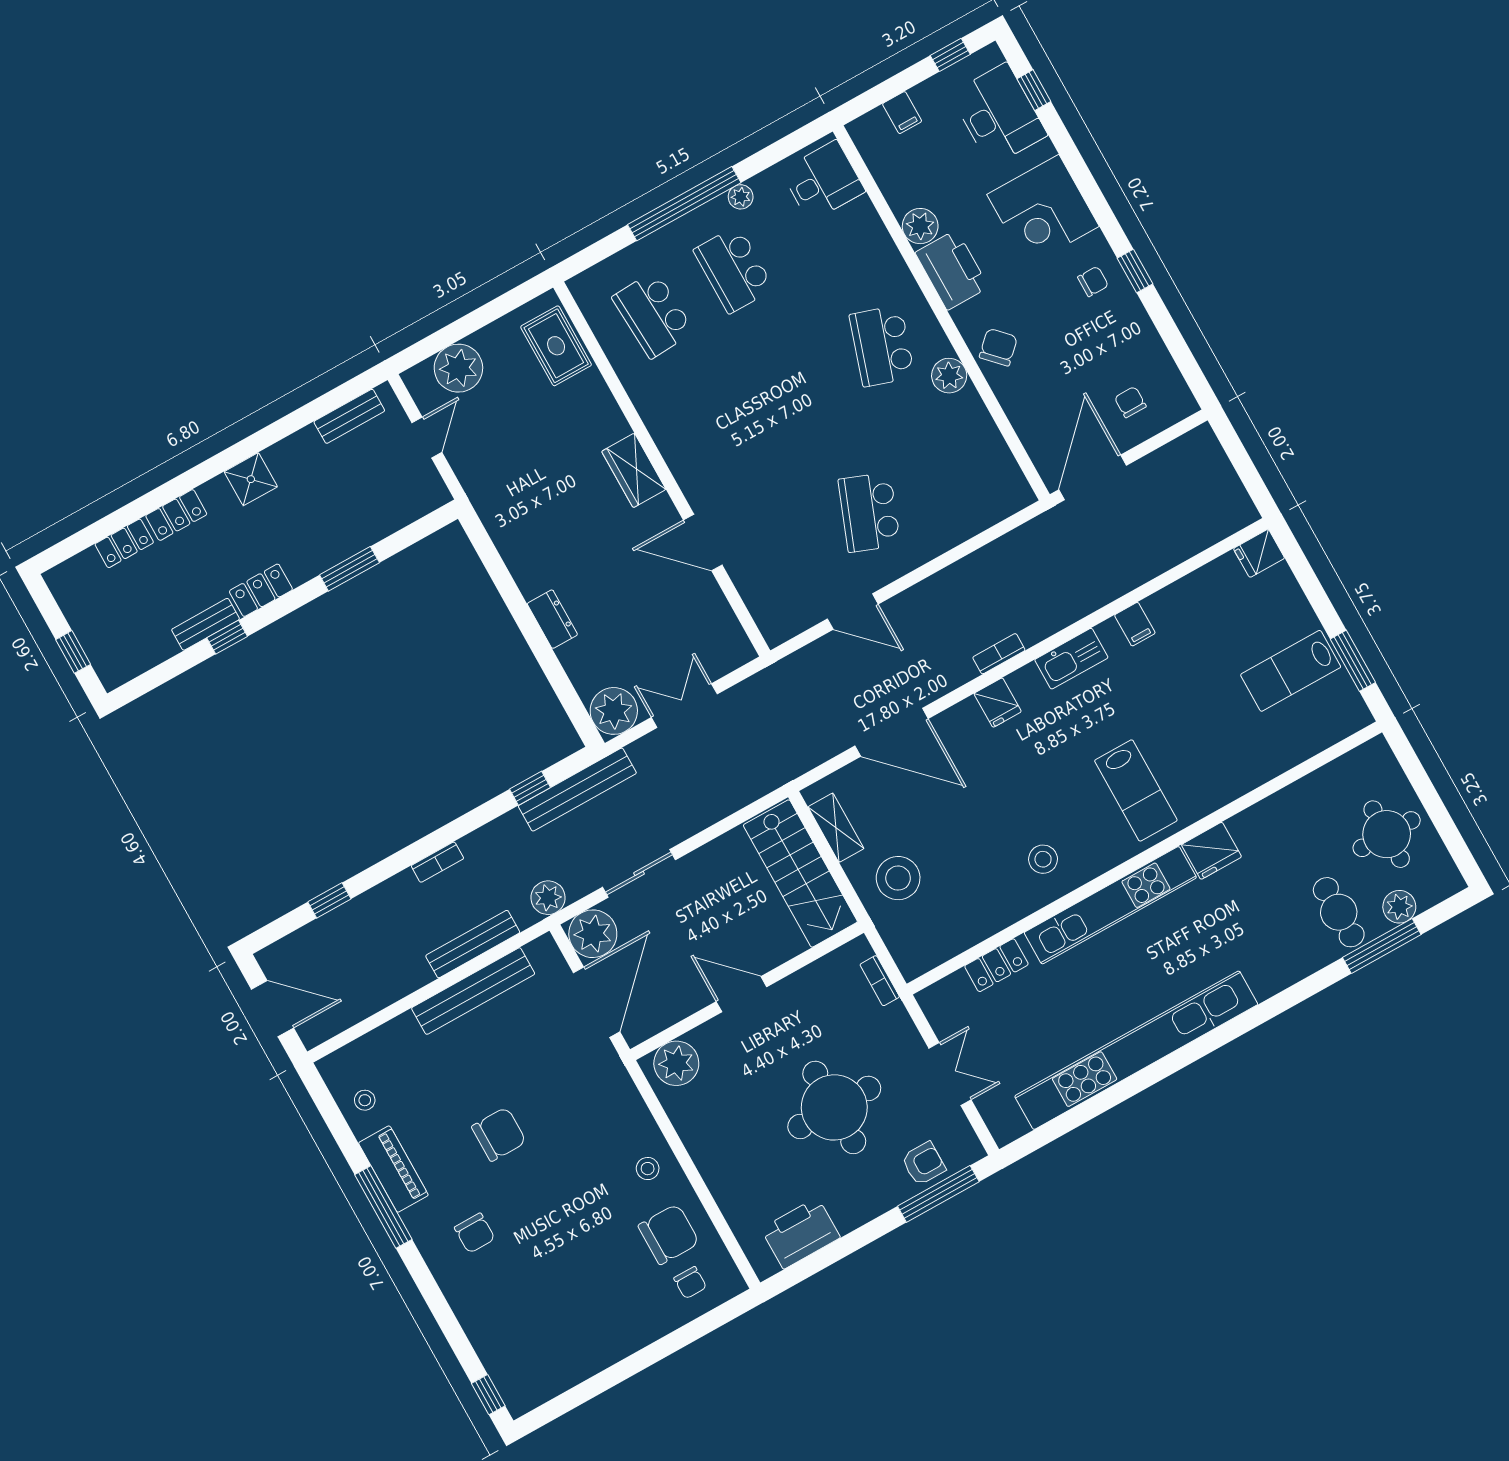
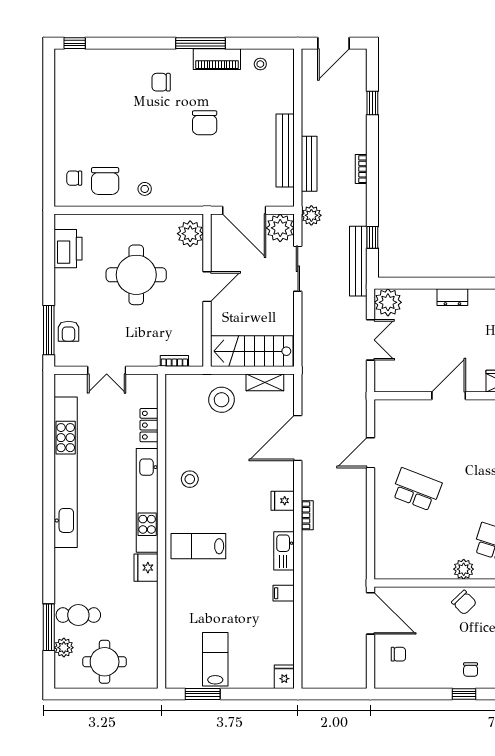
round table: (834, 1107) -> (136, 275), moved

